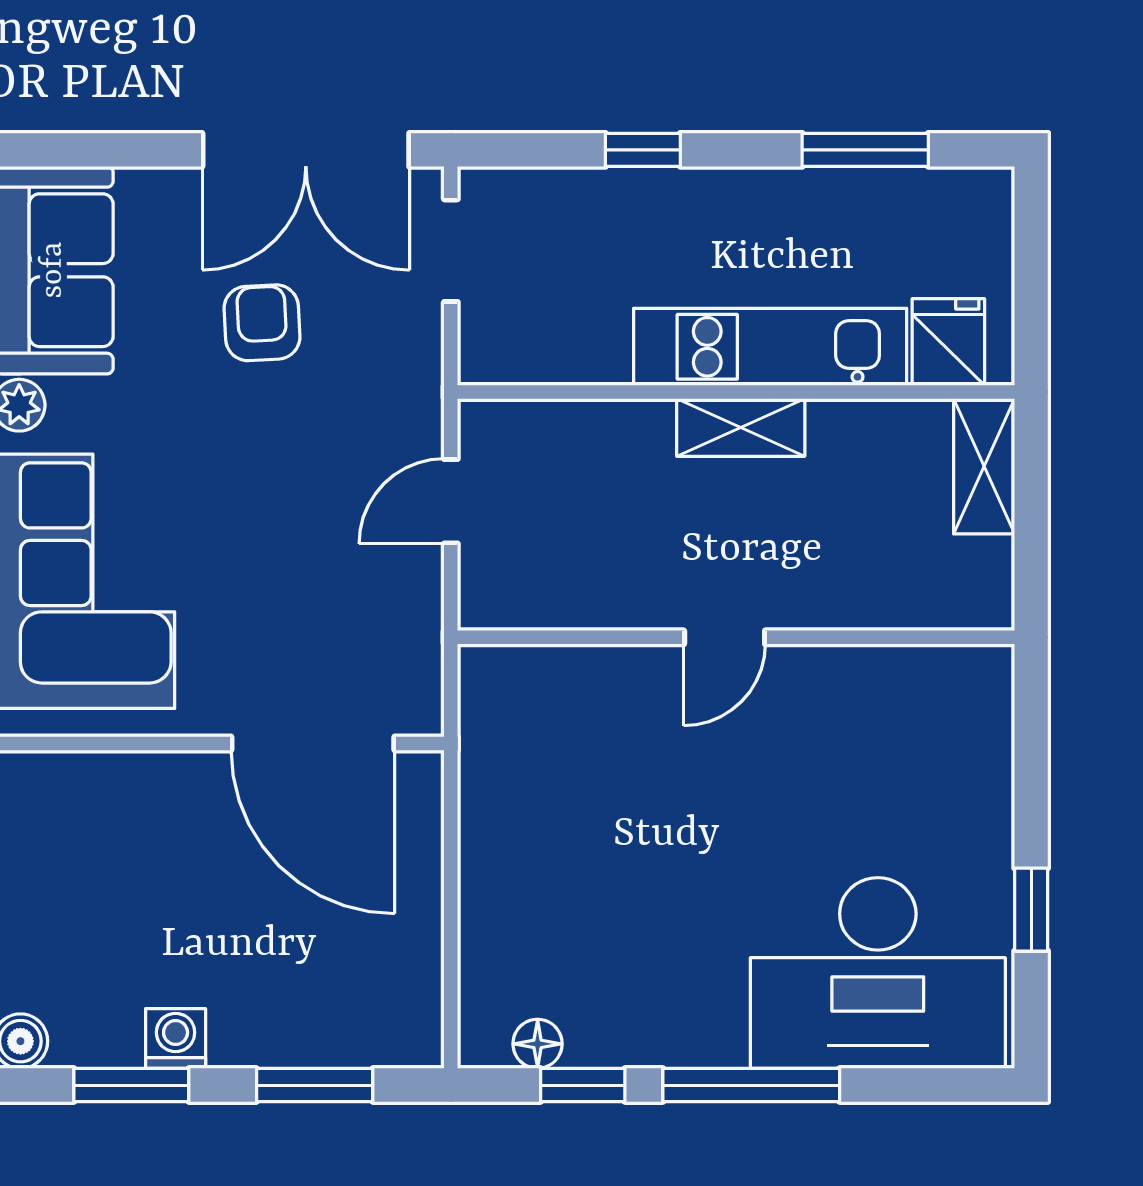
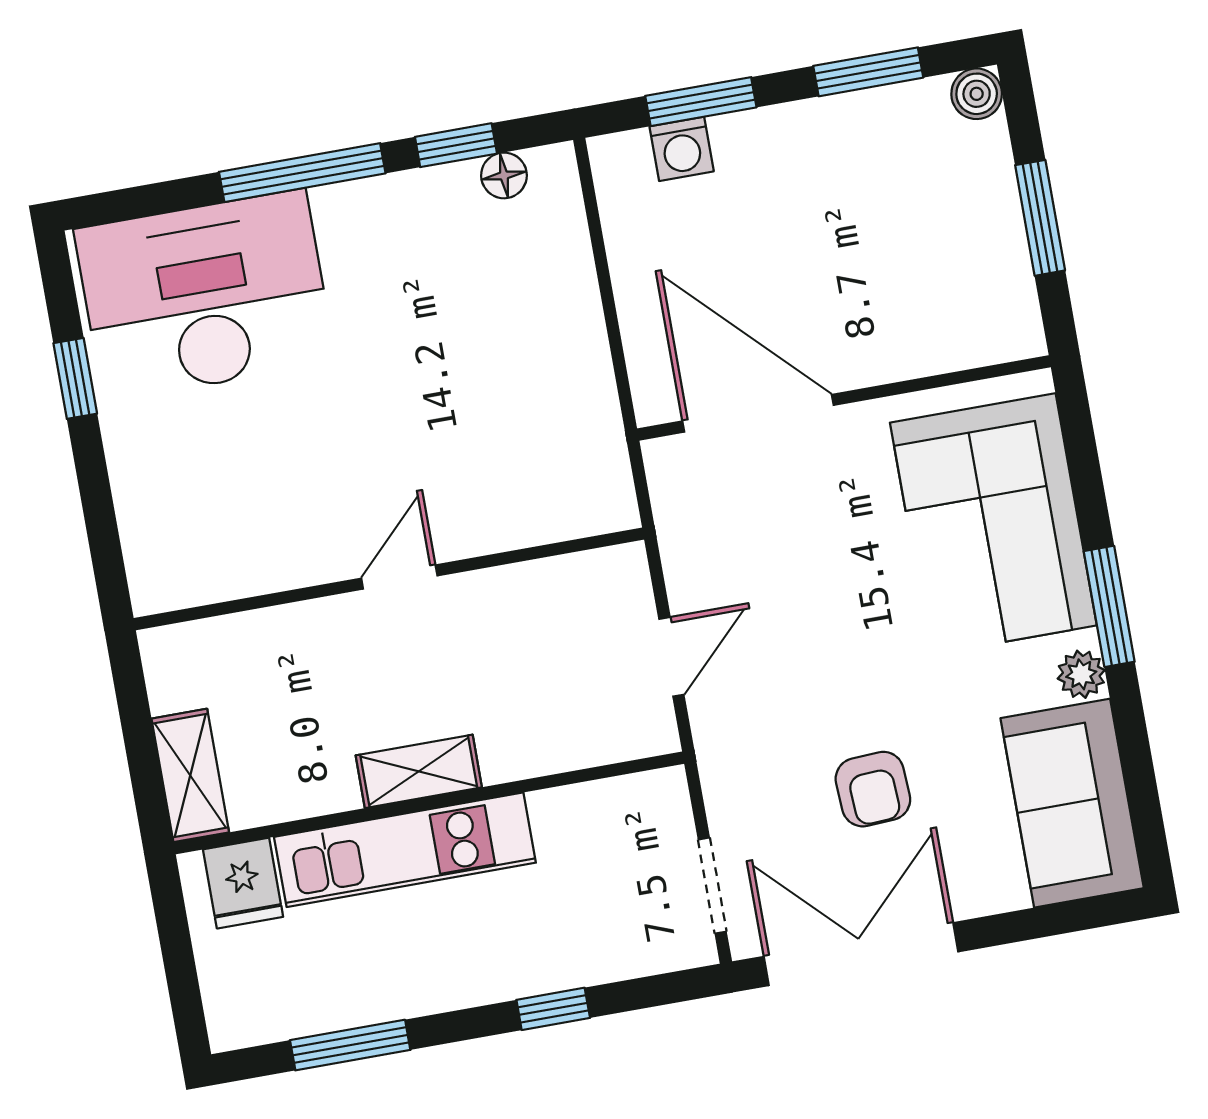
washing machine: (176, 1038) -> (682, 149), moved

